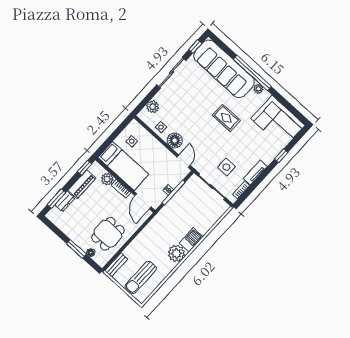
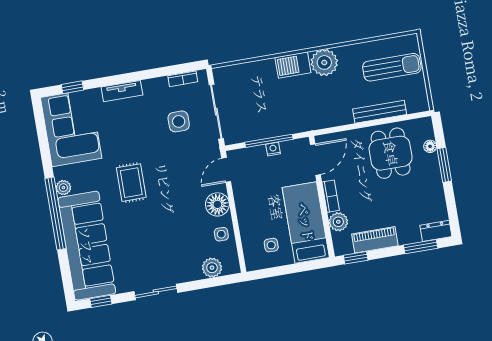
sliding door: (171, 73) -> (156, 292), width x0.73
window: (281, 156) -> (72, 87), moved
tv unit: (255, 173) -> (122, 91), moved
dresser: (65, 202) -> (436, 231), moved
dining table: (108, 234) -> (391, 153), turned 90
bench: (116, 265) -> (380, 112), moved, width x1.36

